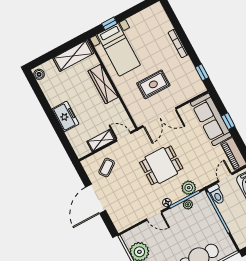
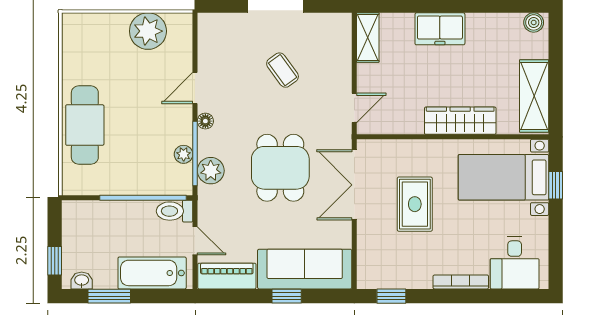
desk: (156, 23) -> (515, 263), added
shelving: (101, 140) -> (368, 38), moved
dining table: (161, 165) -> (280, 168), moved
coffee table: (107, 168) -> (283, 70), moved

